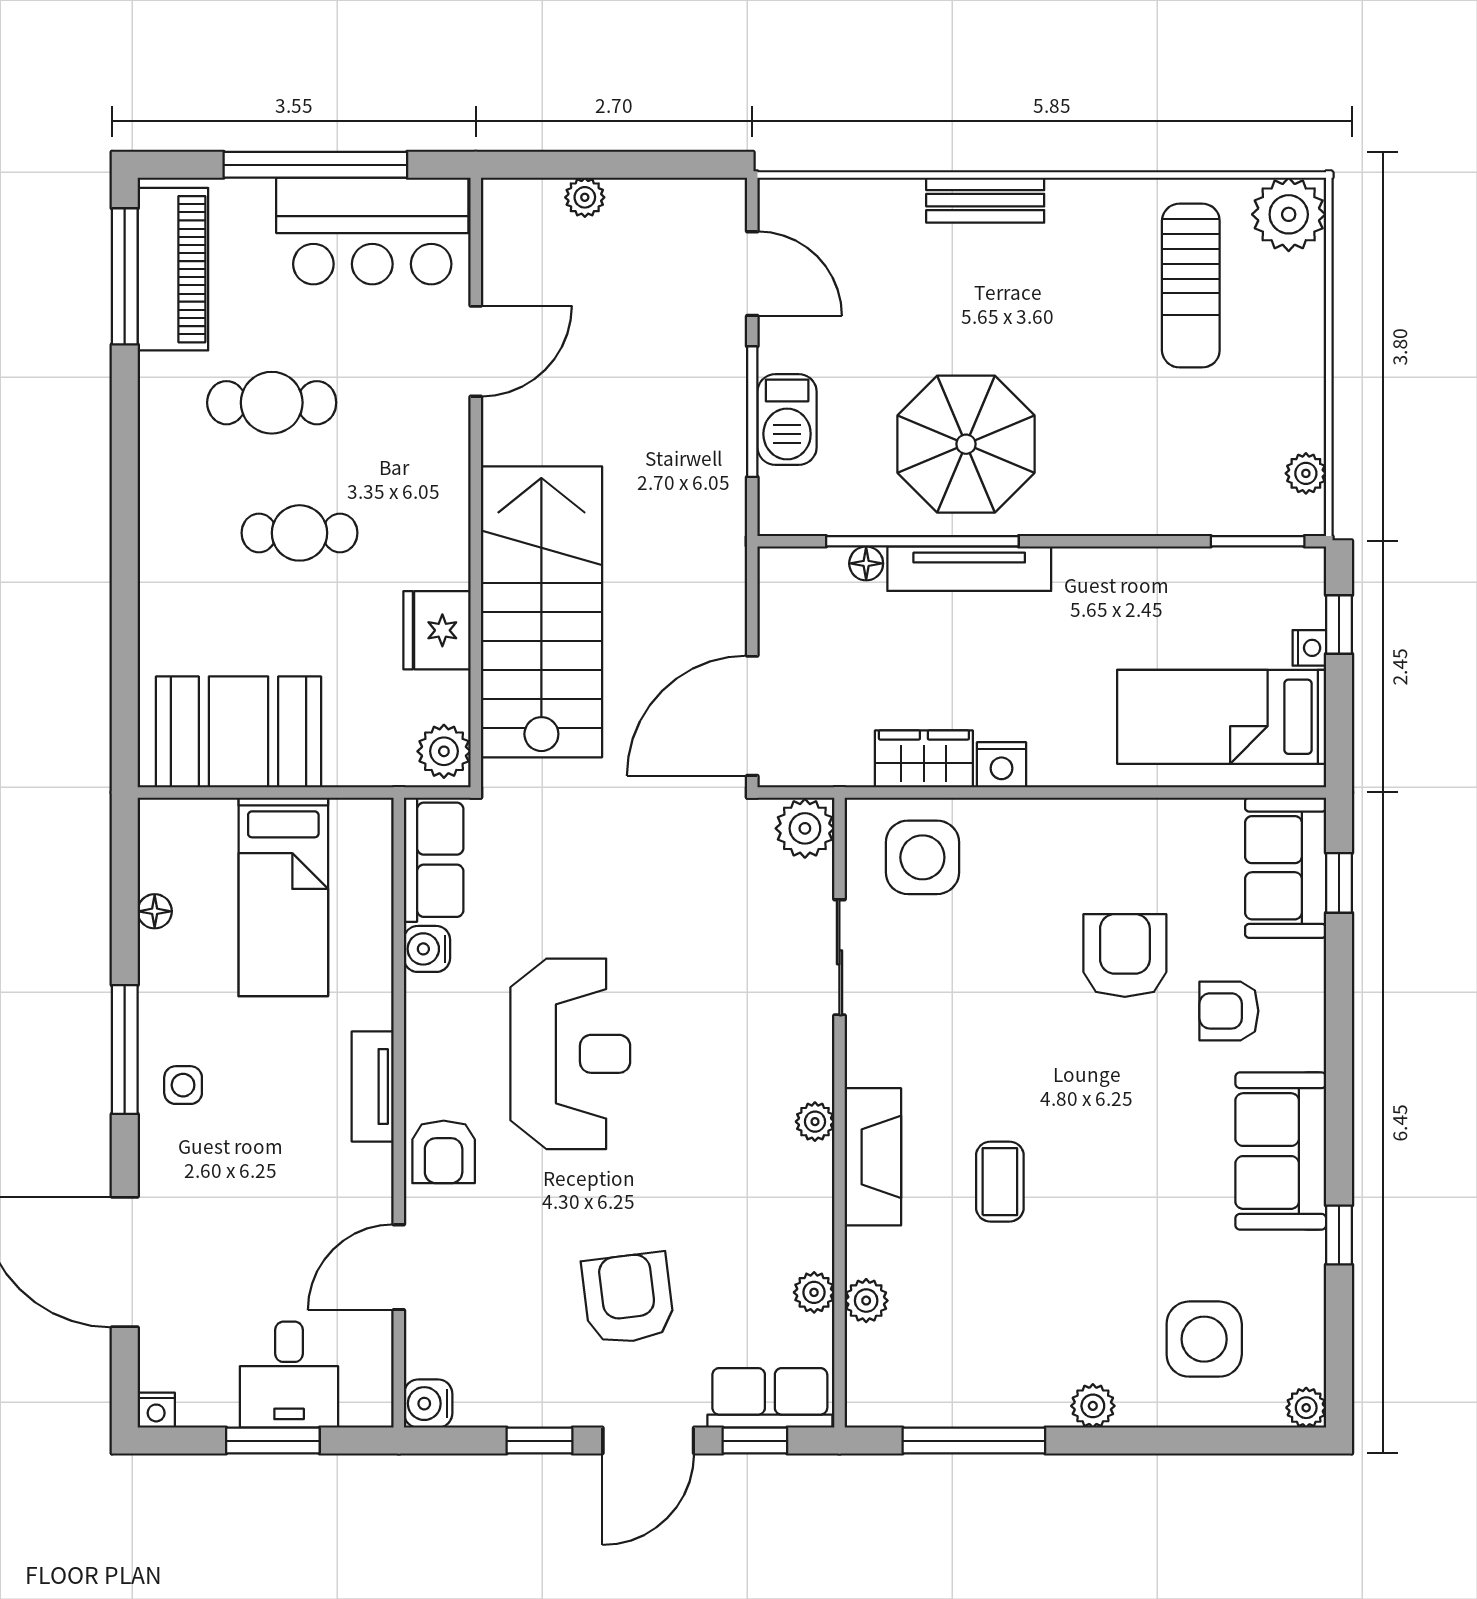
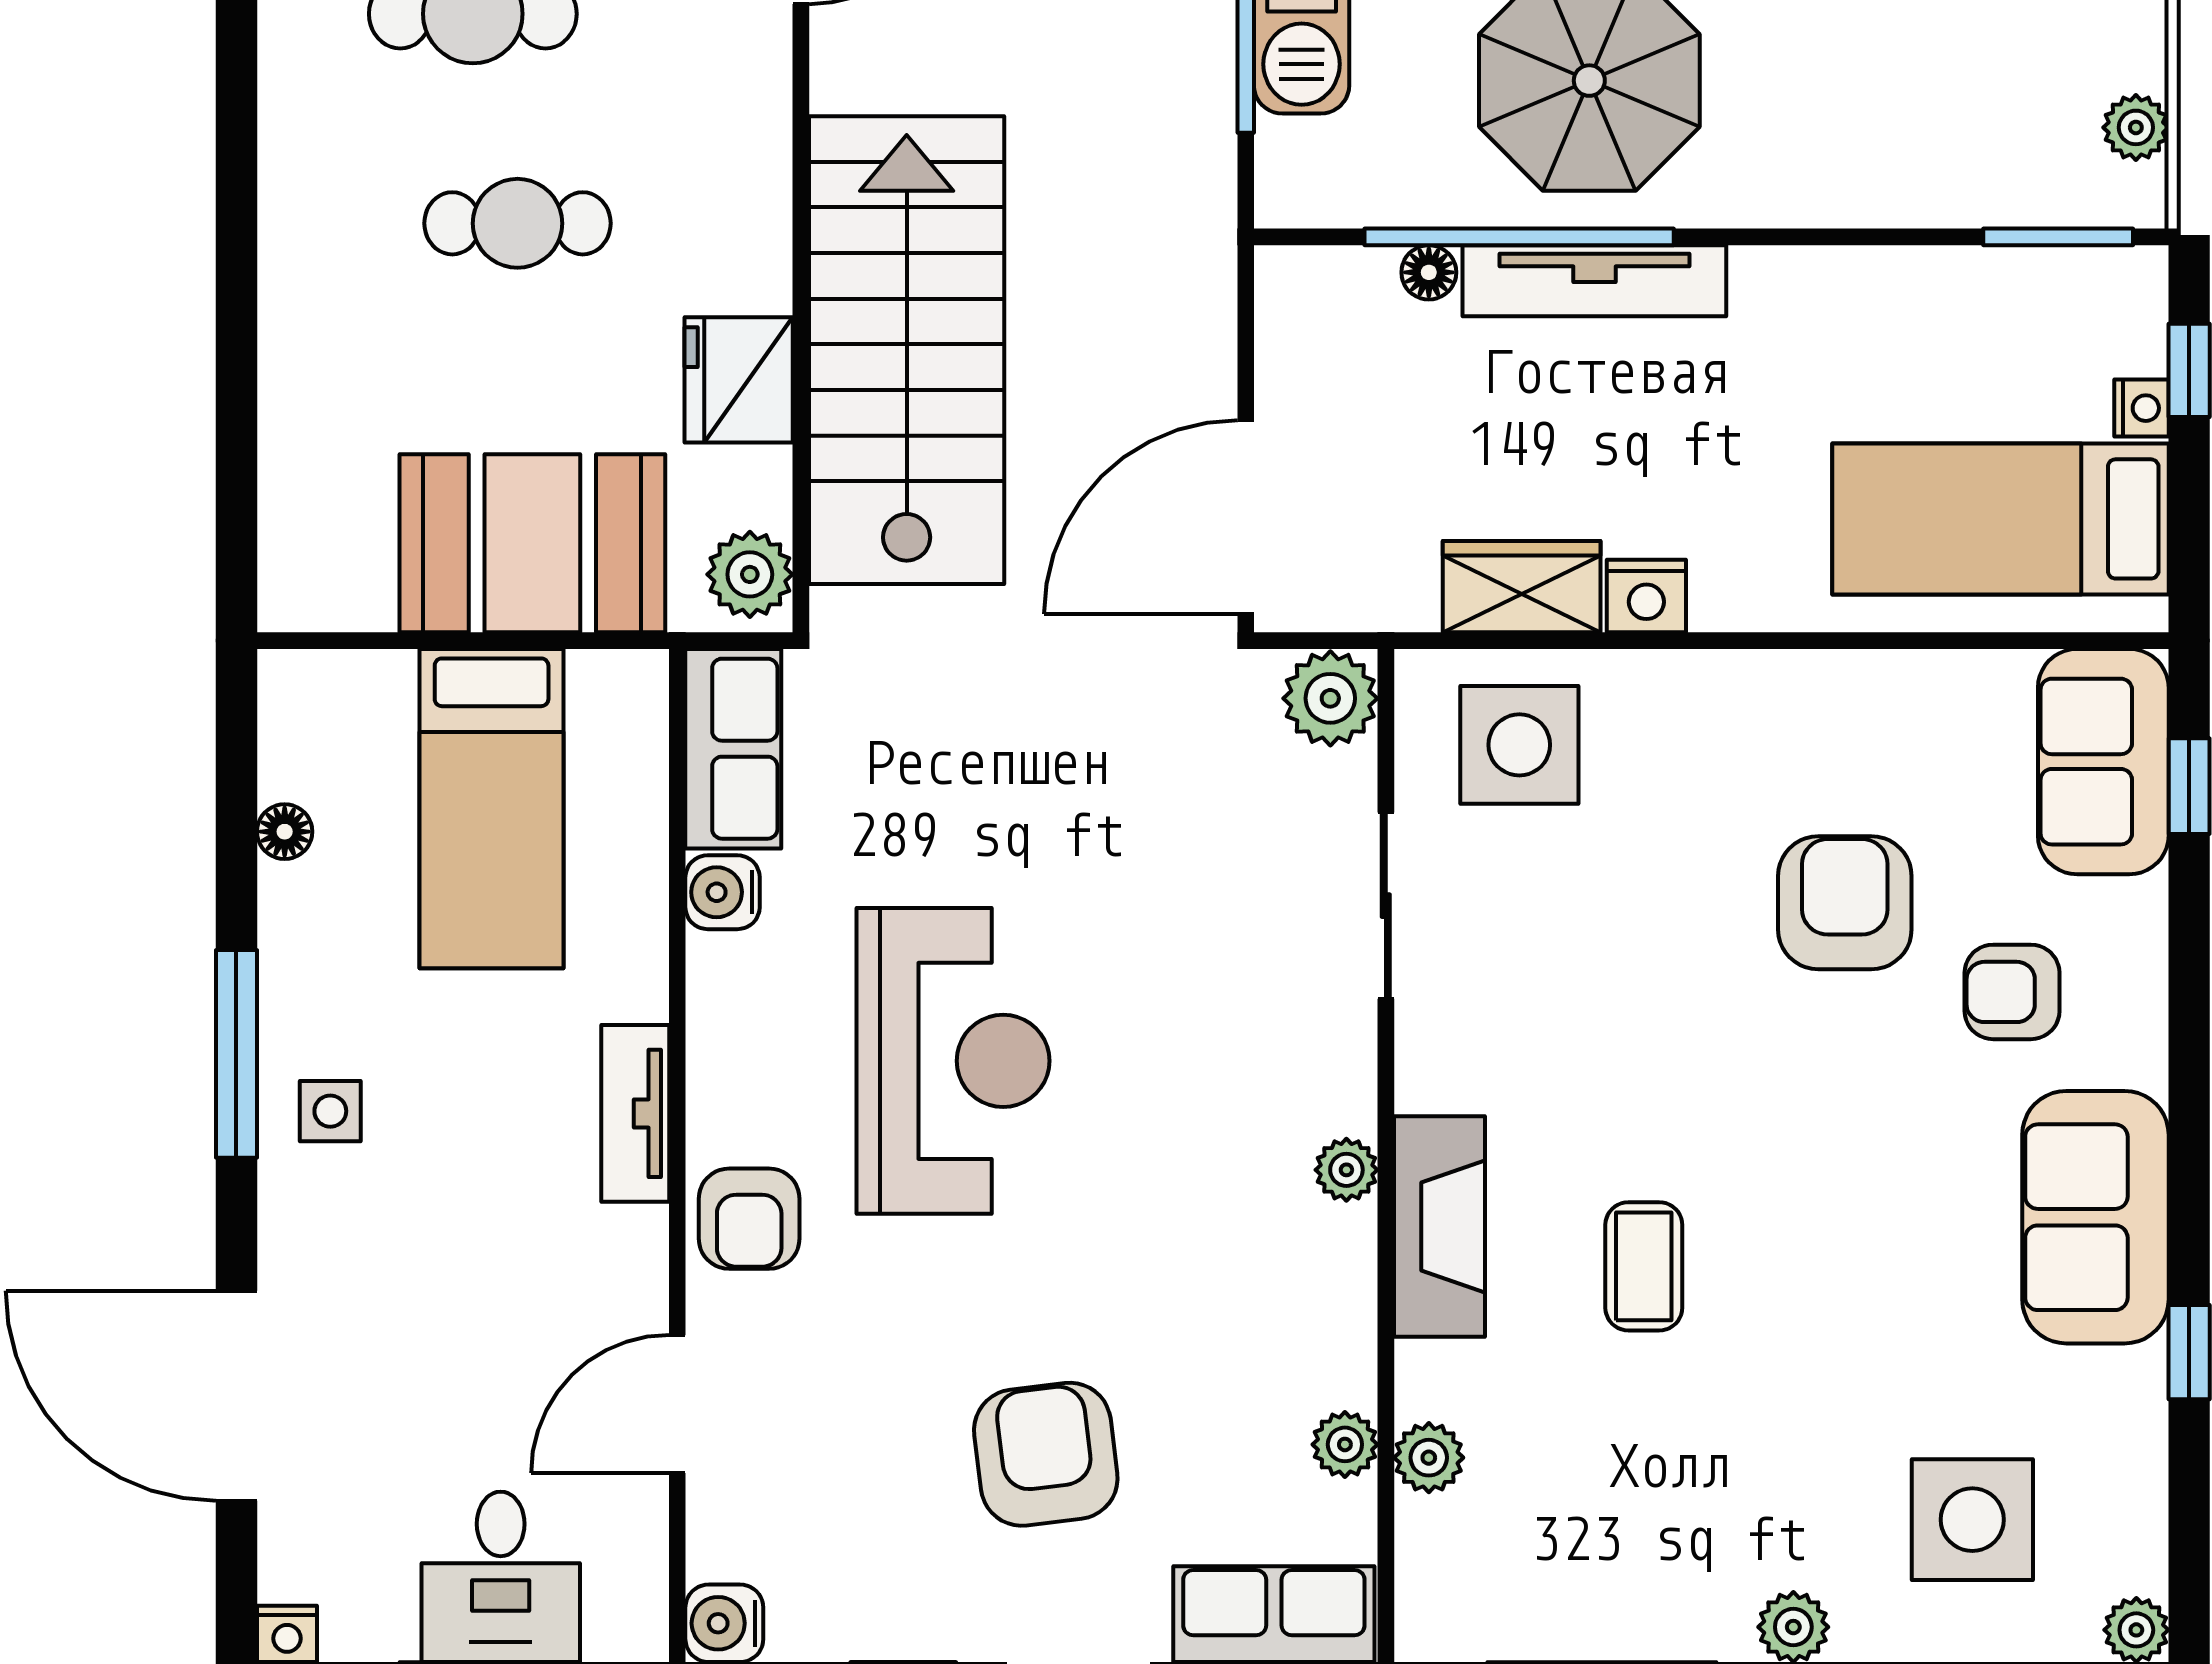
booth: (239, 732) -> (532, 543), moved

